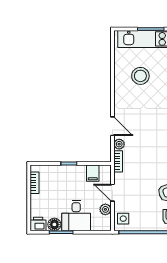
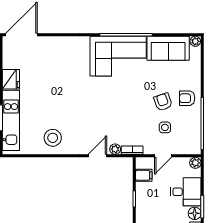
stool: (140, 76) -> (53, 138), moved
plant: (105, 209) -> (195, 163), moved
side table: (123, 219) -> (165, 127), moved

